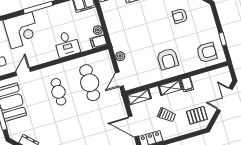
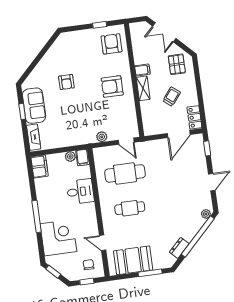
armchair: (180, 16) -> (66, 82), moved
armchair: (168, 59) -> (112, 87), turned 180
shelving: (139, 97) -> (148, 123), removed

